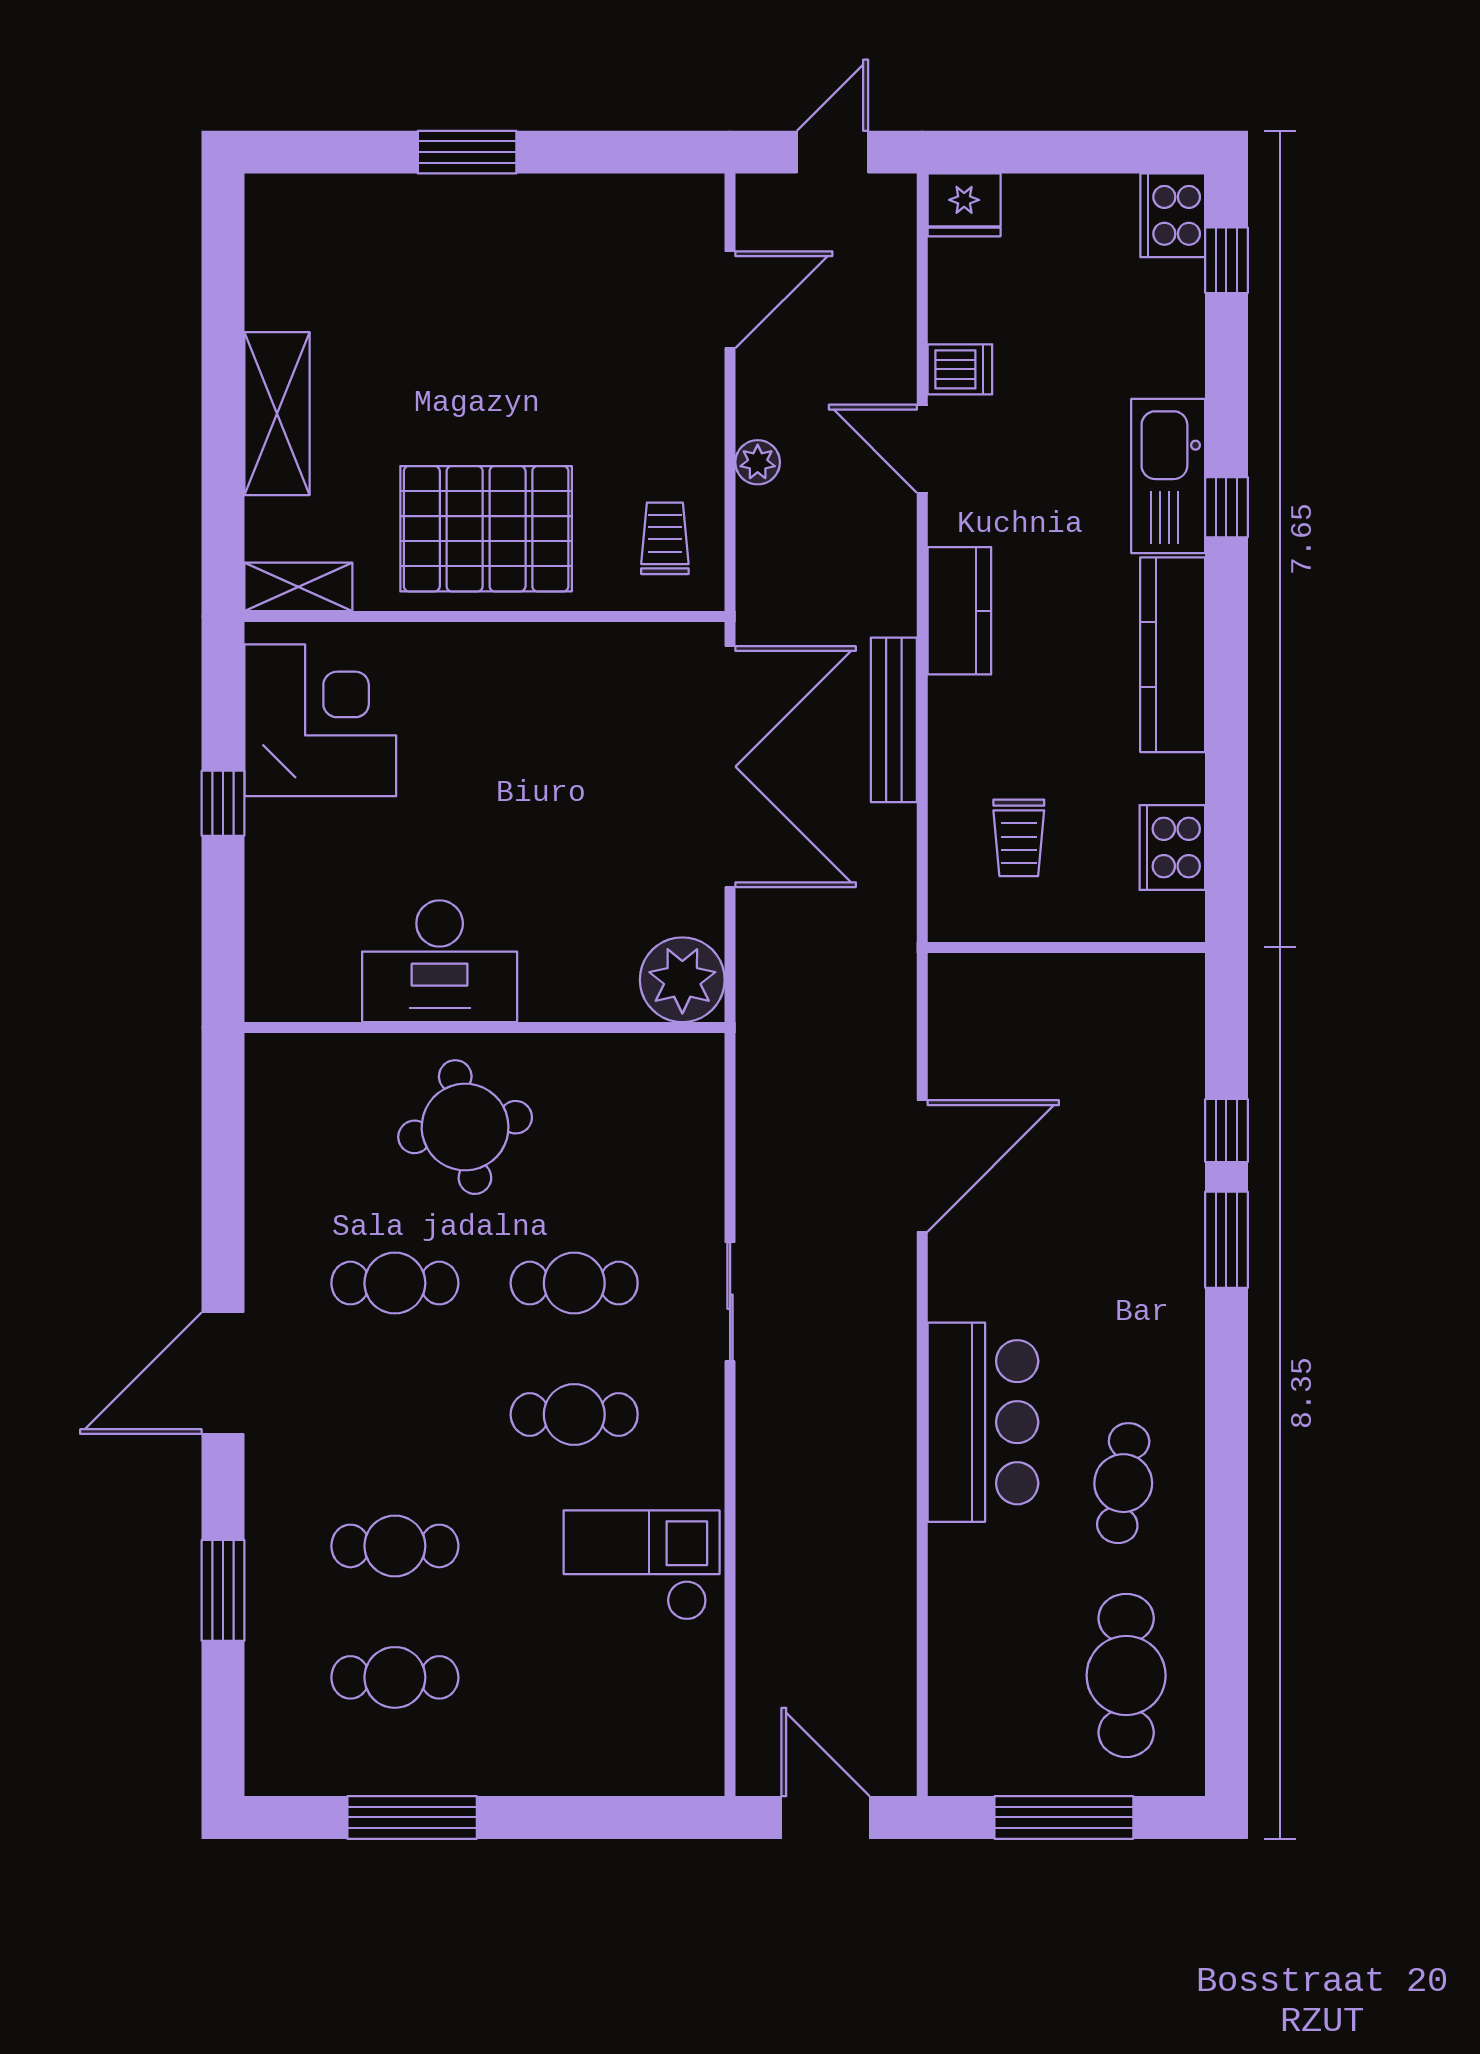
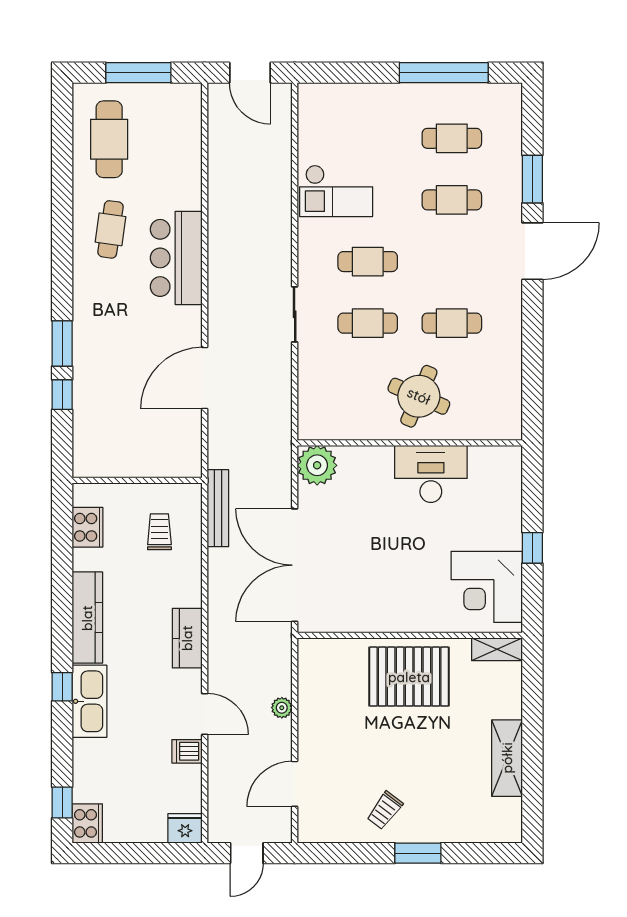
shelving: (277, 414) -> (507, 758), moved
trolley: (665, 538) -> (385, 810), moved, turned 37
bench: (894, 720) -> (218, 508), moved
round table: (465, 1127) -> (419, 396), turned 34
door: (223, 1373) -> (532, 251), moved
window: (412, 1817) -> (444, 73), width x1.46

